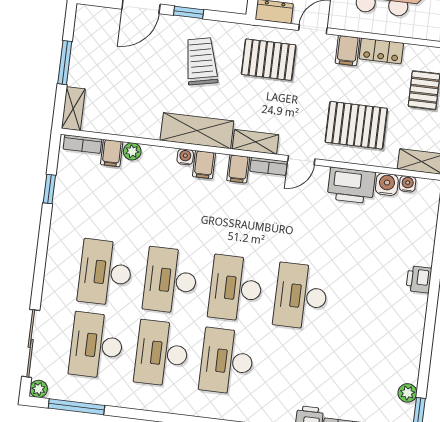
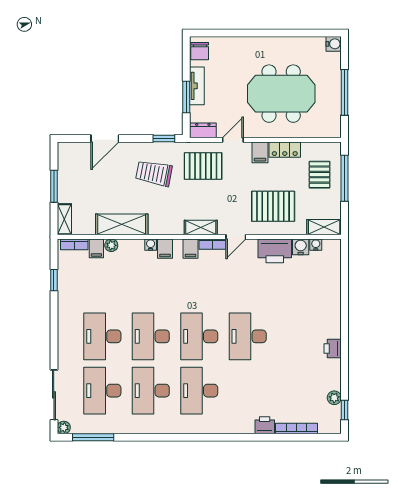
window: (189, 12) -> (164, 138), moved
trolley: (201, 61) -> (154, 173), turned -67
shelving: (197, 131) -> (122, 224), moved
printer: (419, 279) -> (333, 349), moved

